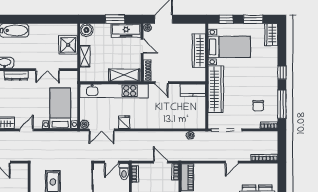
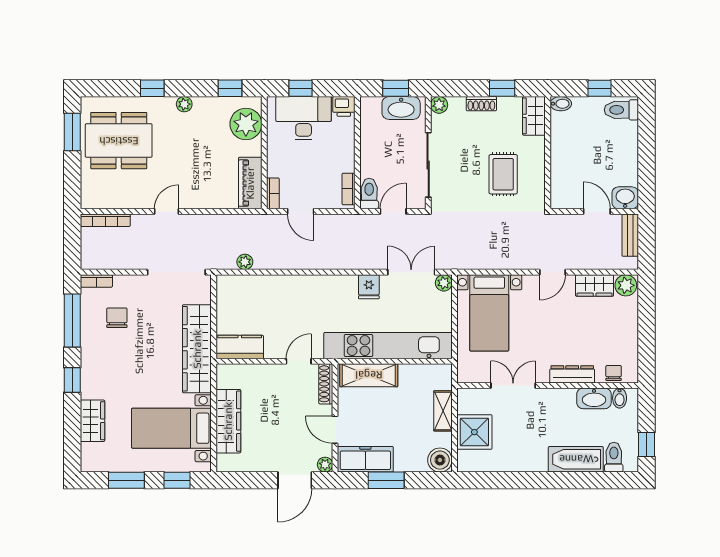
wardrobe: (271, 35) -> (92, 421), moved
door: (162, 83) -> (299, 361), hinge flipped

